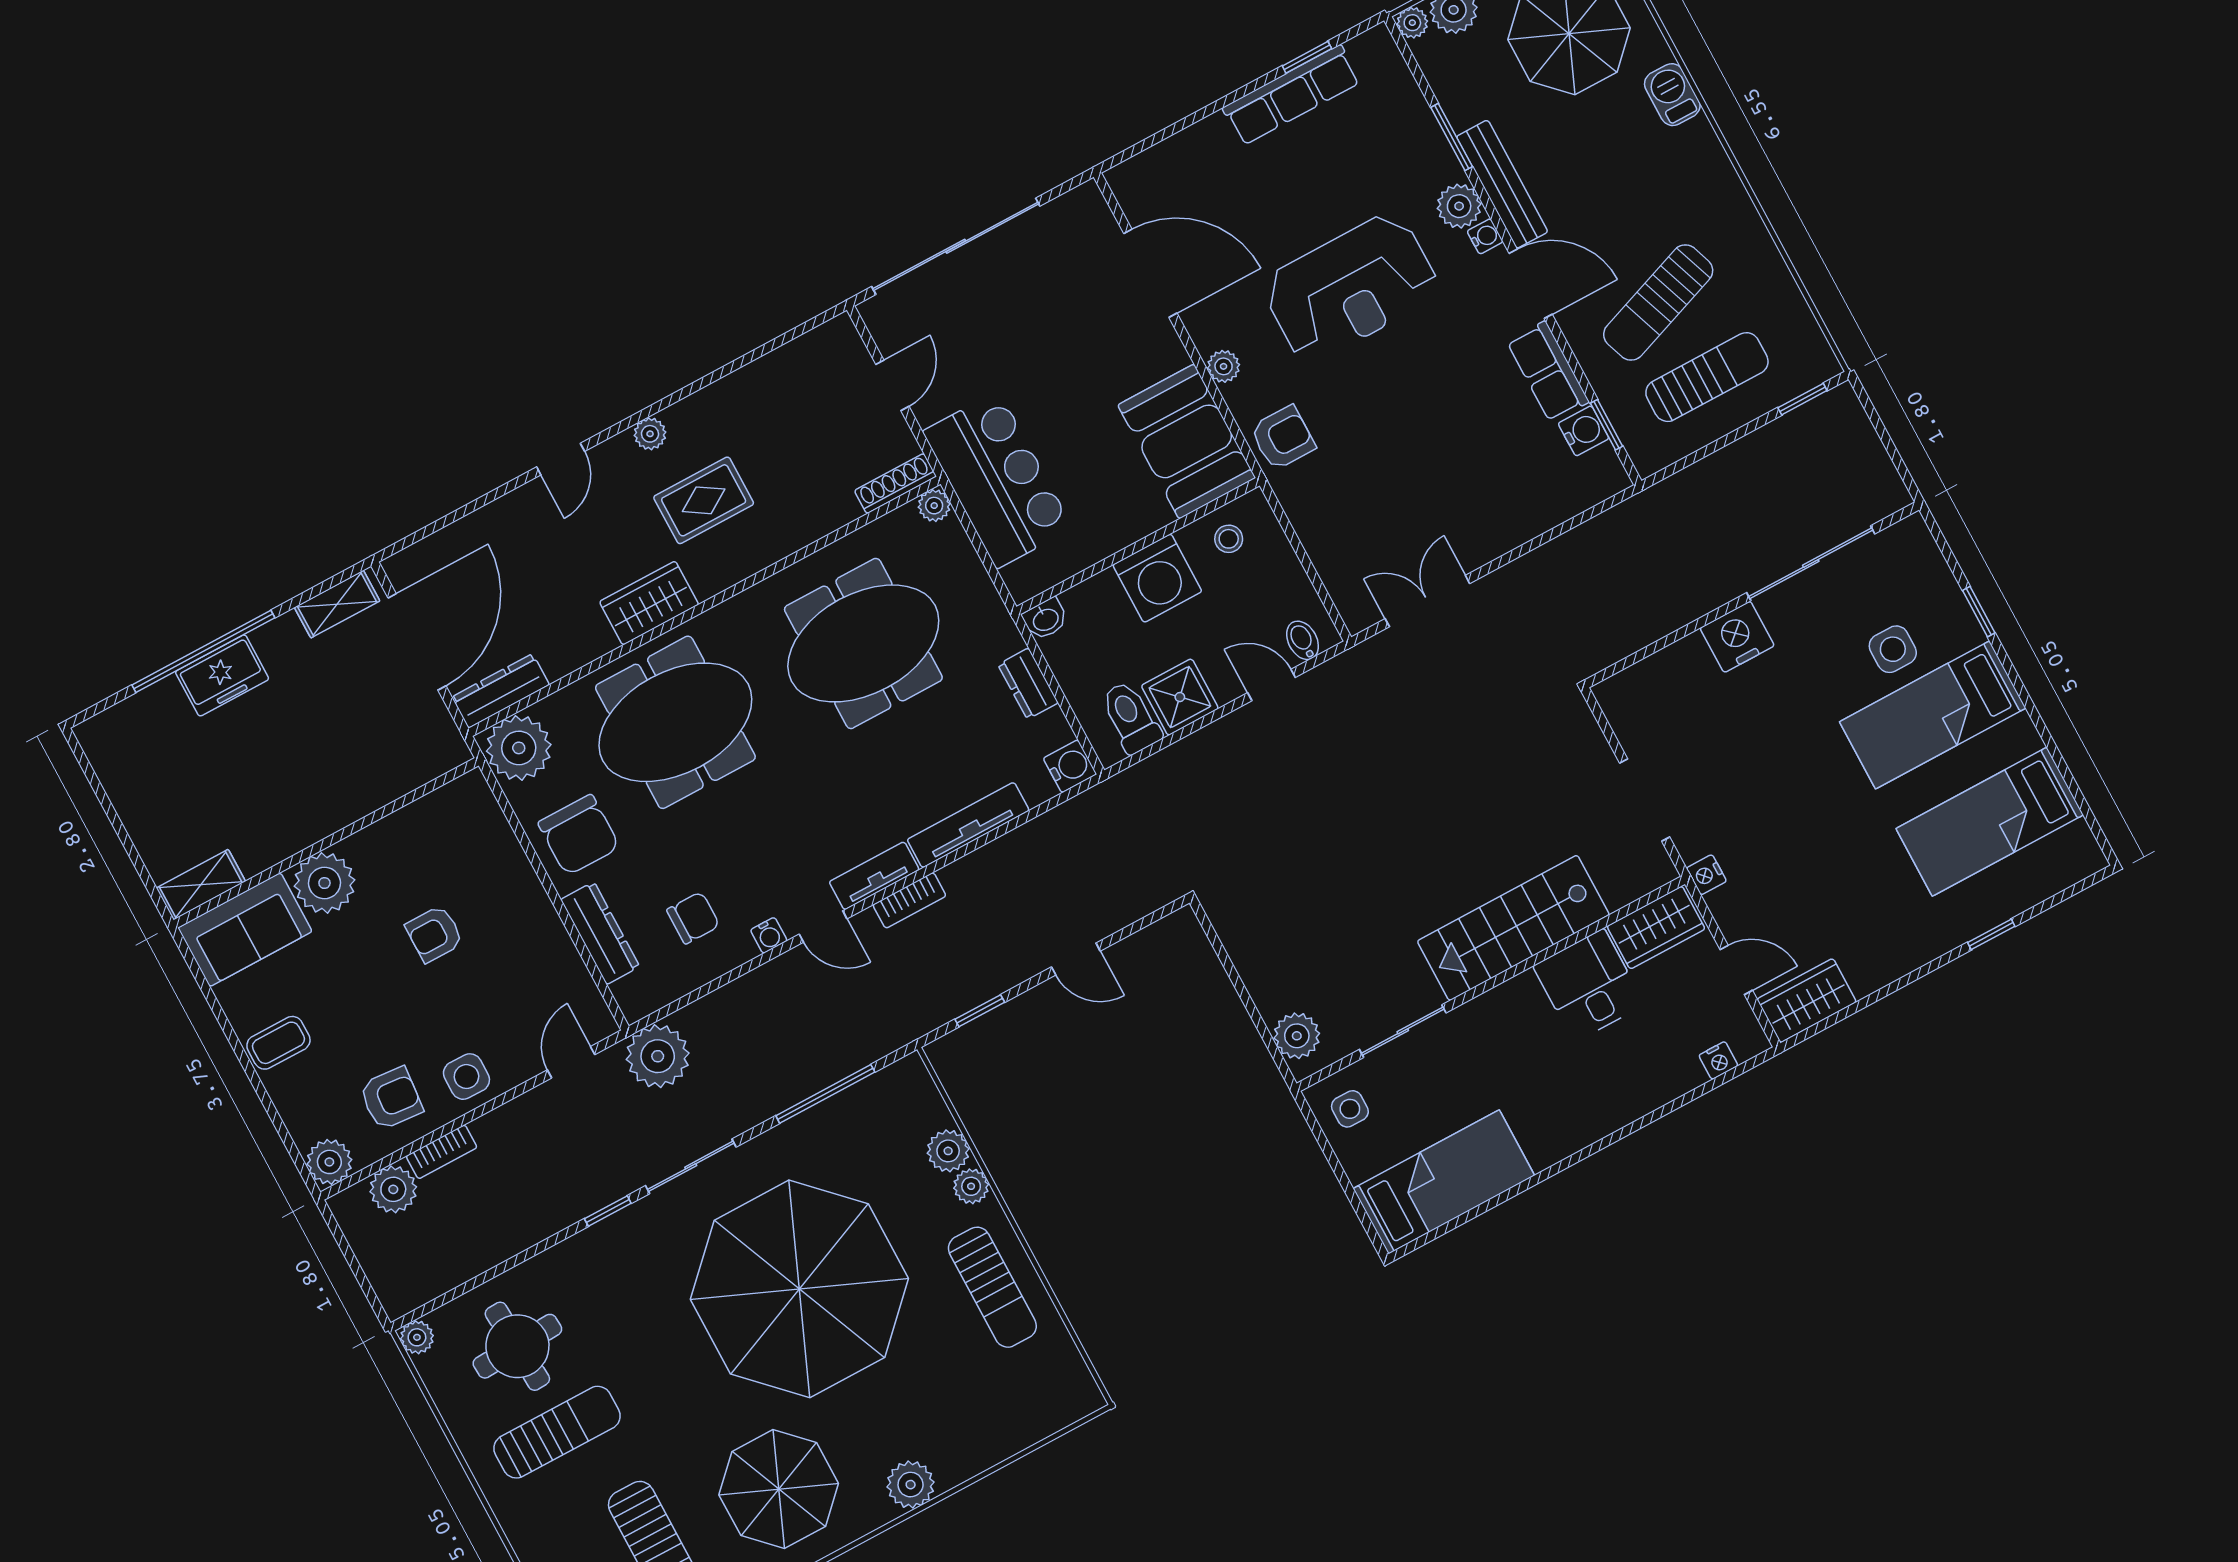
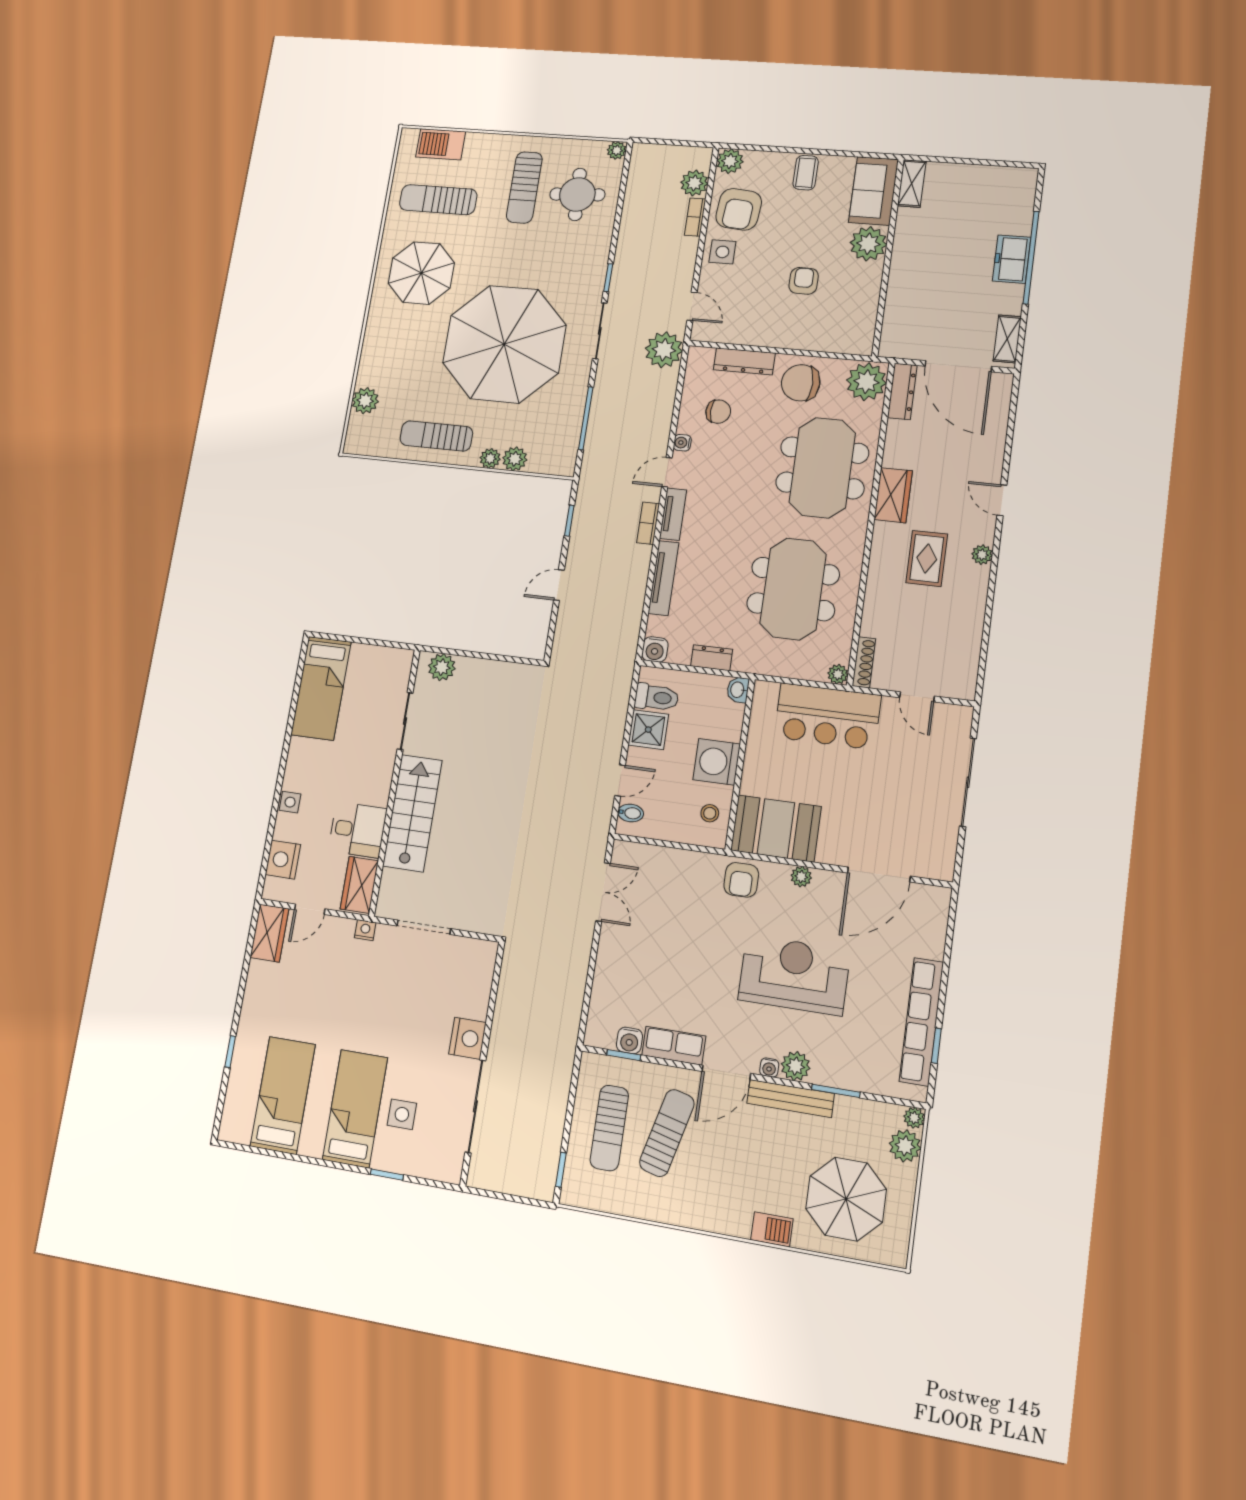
row of seats: (1292, 95) -> (921, 1022), width x1.36
sliding door: (956, 246) -> (968, 782), width x0.73
reception desk: (1351, 288) -> (794, 975), turned 90
sun lounger: (1658, 303) -> (667, 1133), turned 34
chair: (693, 918) -> (718, 412), turned -90
nightstand: (1718, 1060) -> (283, 860), width x1.89, depth x1.79
armchair: (391, 1098) -> (739, 209), width x1.38, depth x1.38
side table: (1350, 1109) -> (290, 802), moved
plant: (911, 1485) -> (365, 401), moved

